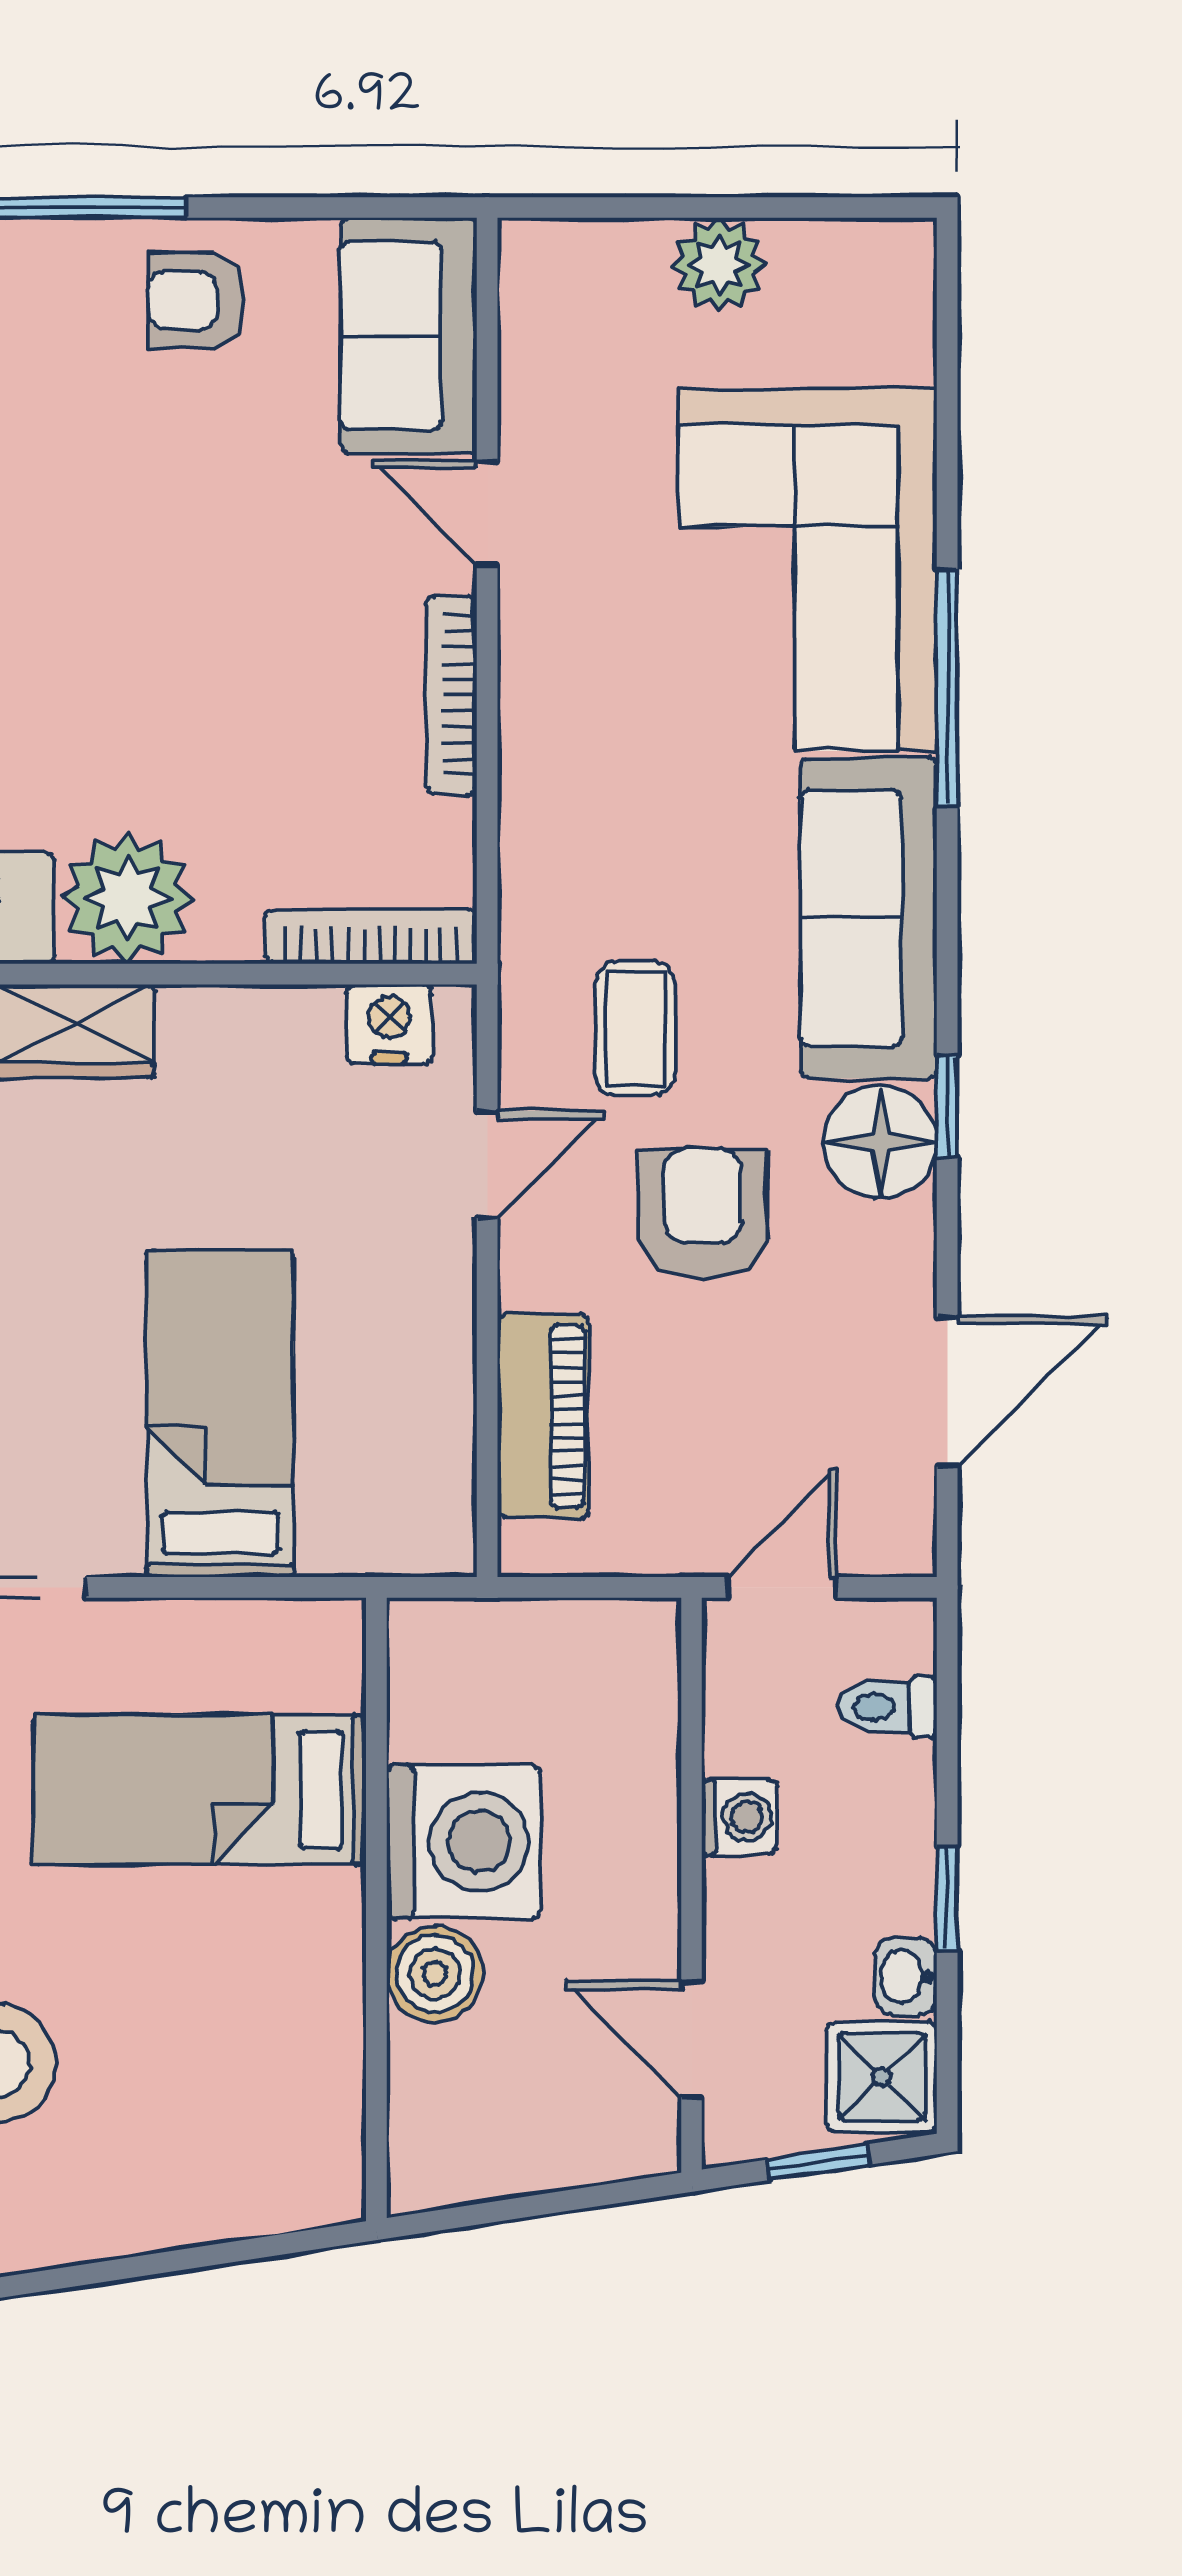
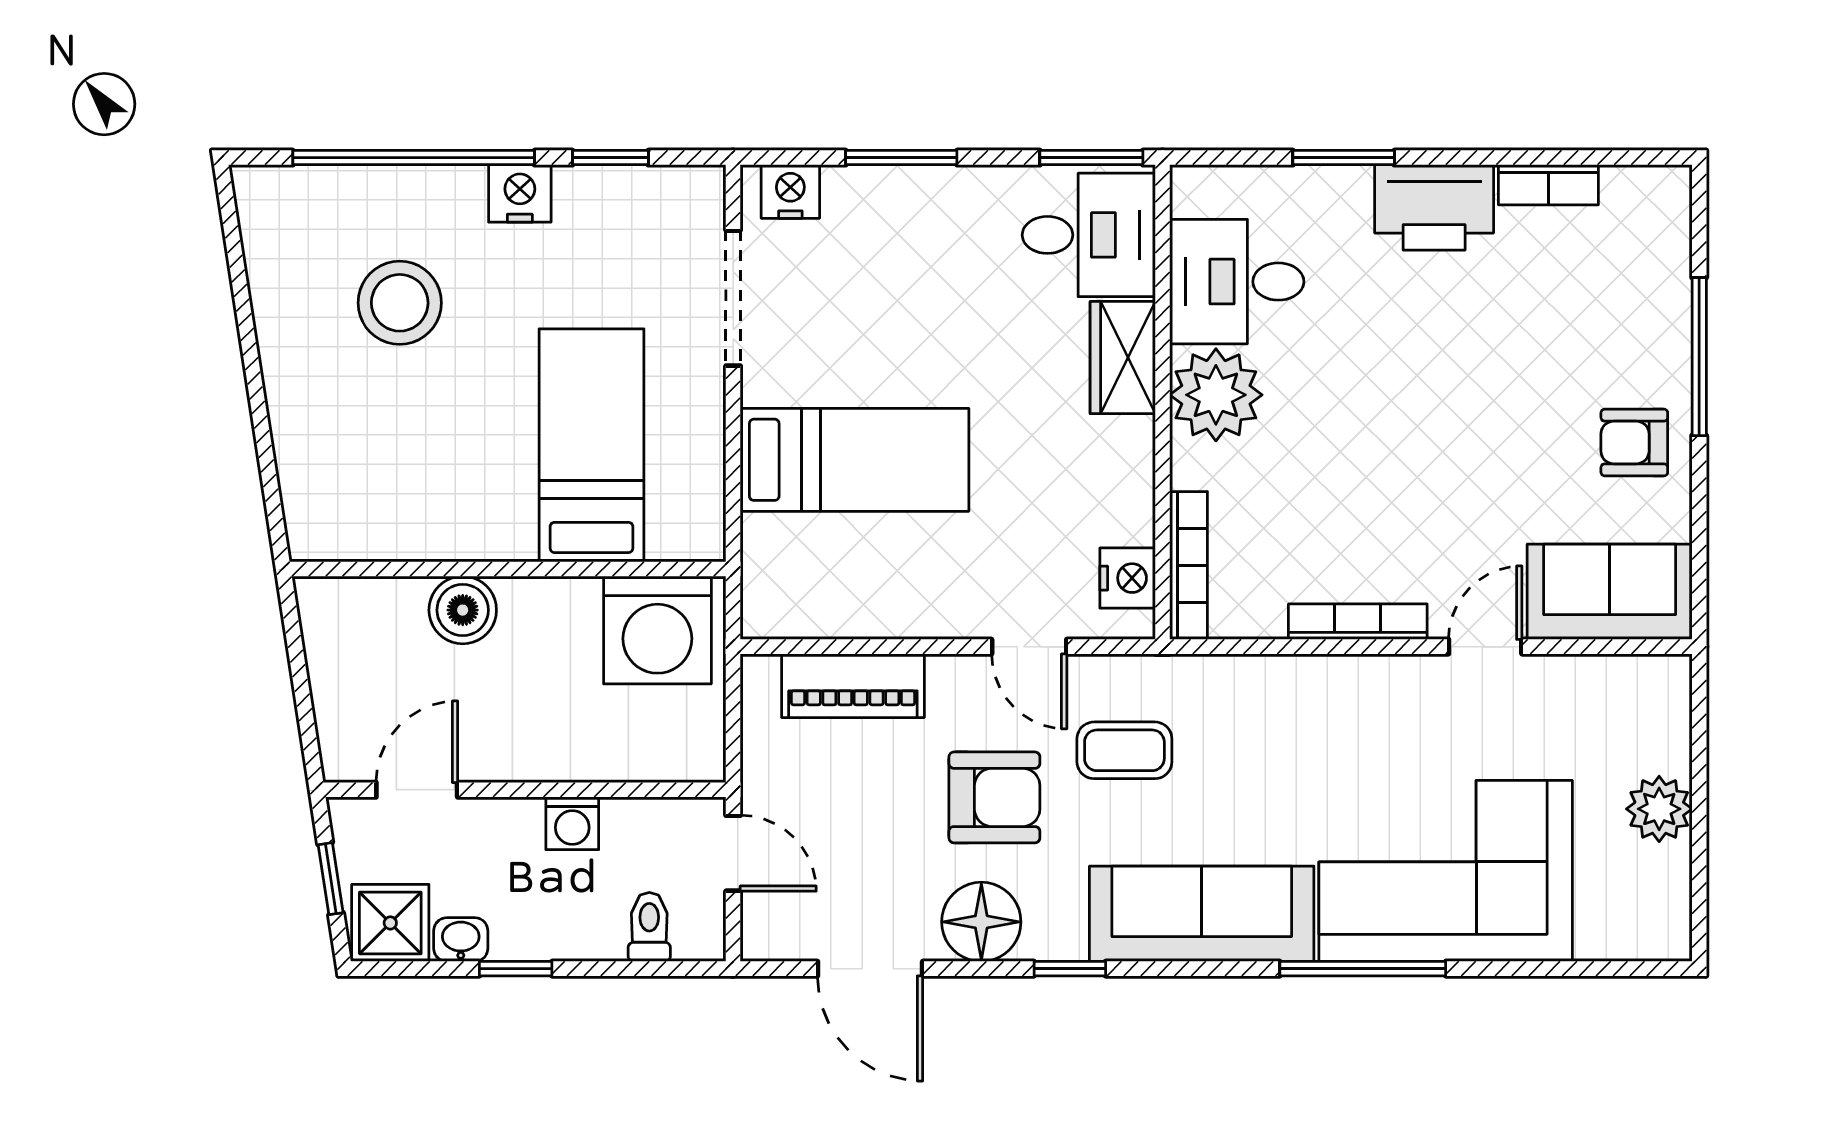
armchair: (196, 300) -> (1634, 442), turned -90
floor lamp: (880, 1142) -> (981, 922), moved
washing machine: (464, 1842) -> (657, 630), moved

